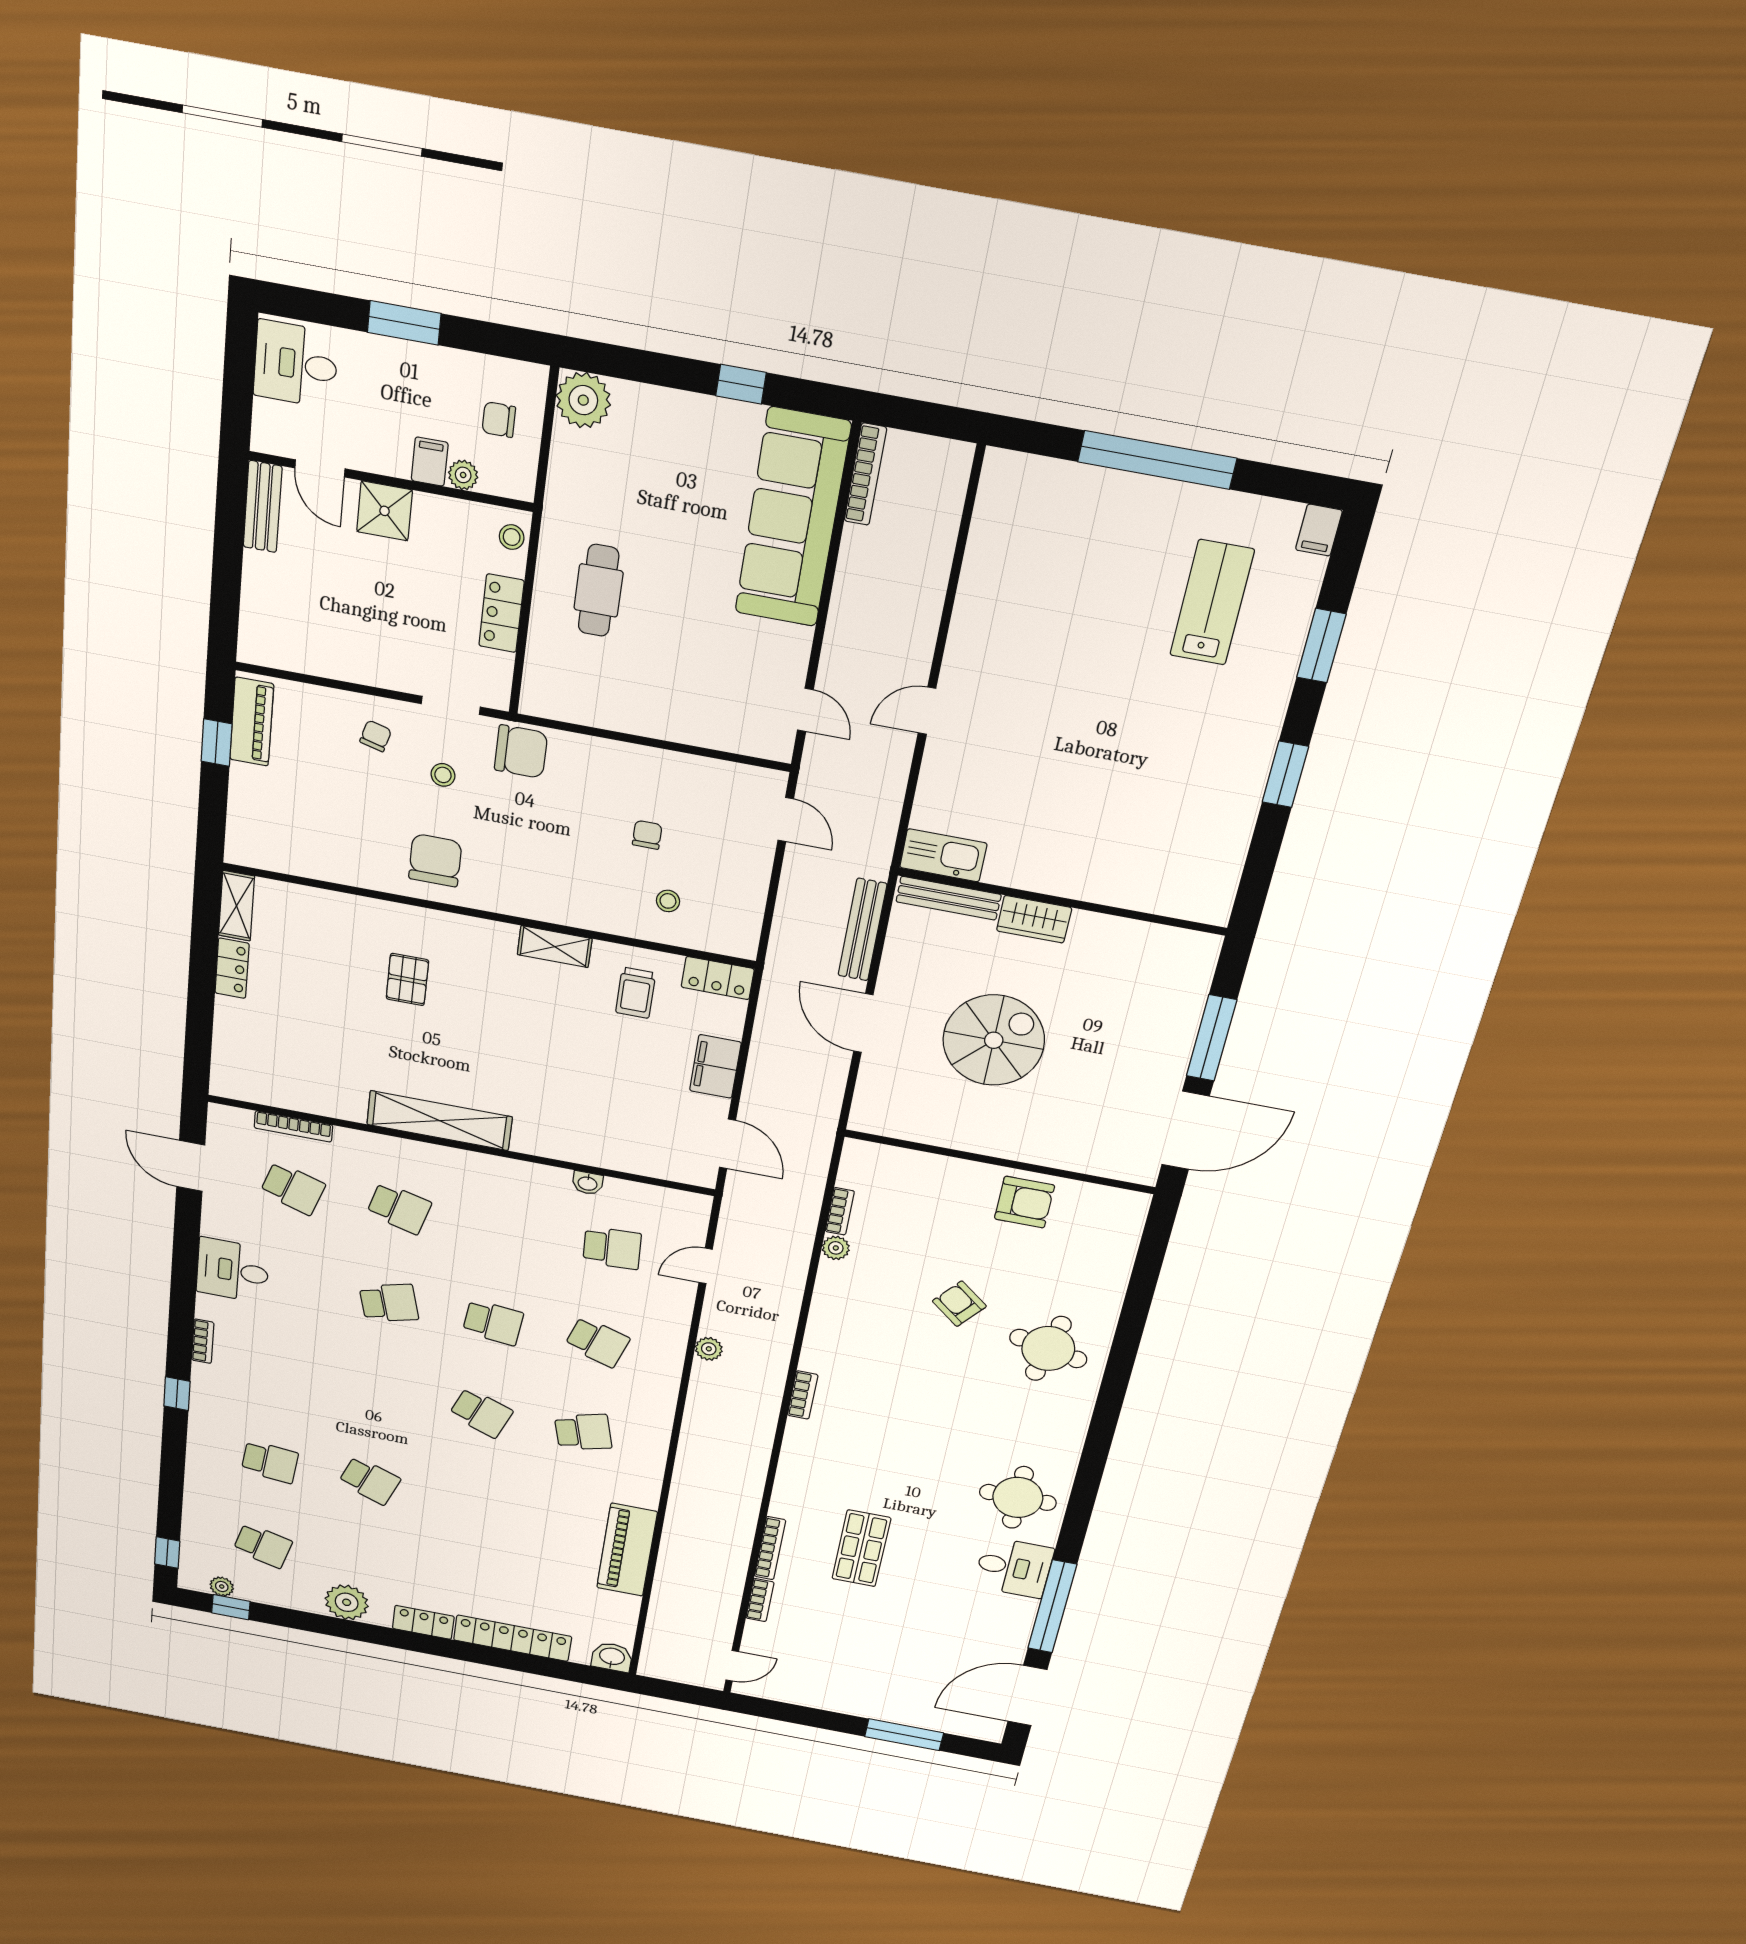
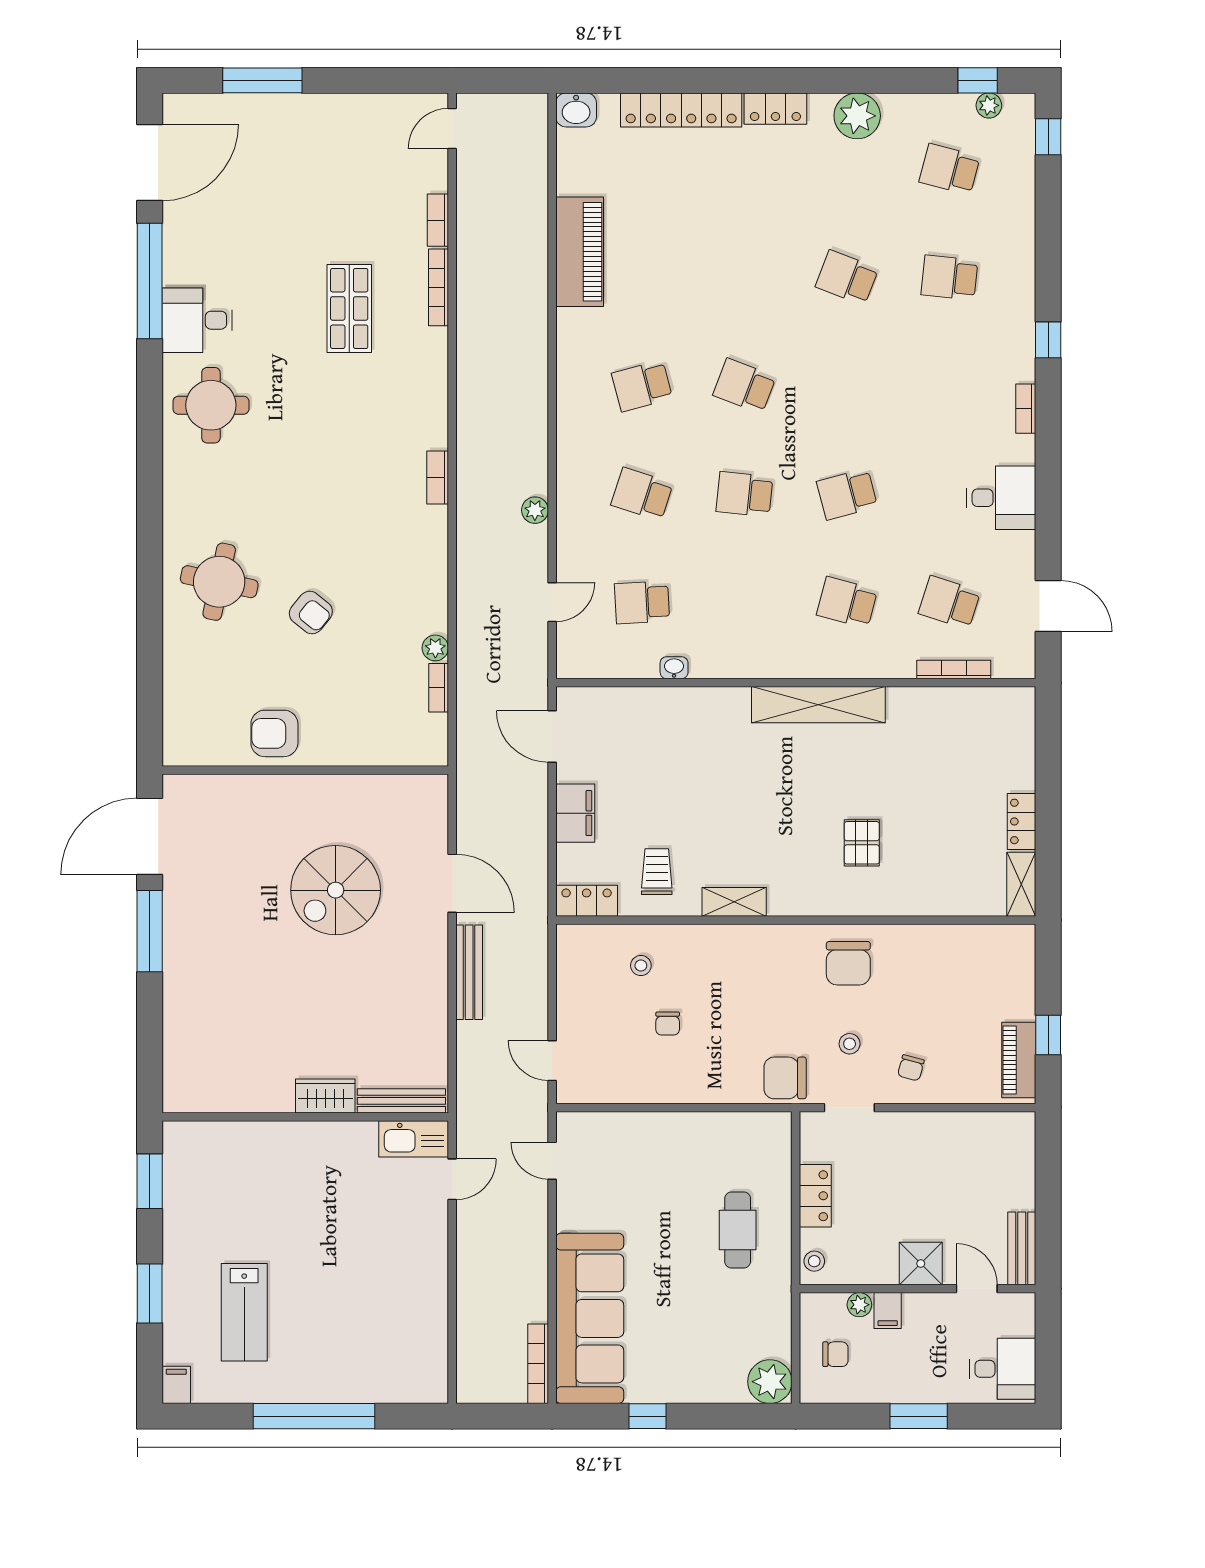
kitchen sink: (943, 855) -> (414, 1139), moved
bench: (949, 898) -> (401, 1101), moved
wall: (1062, 902) -> (305, 1117), moved
wardrobe: (1034, 919) -> (325, 1096), moved

